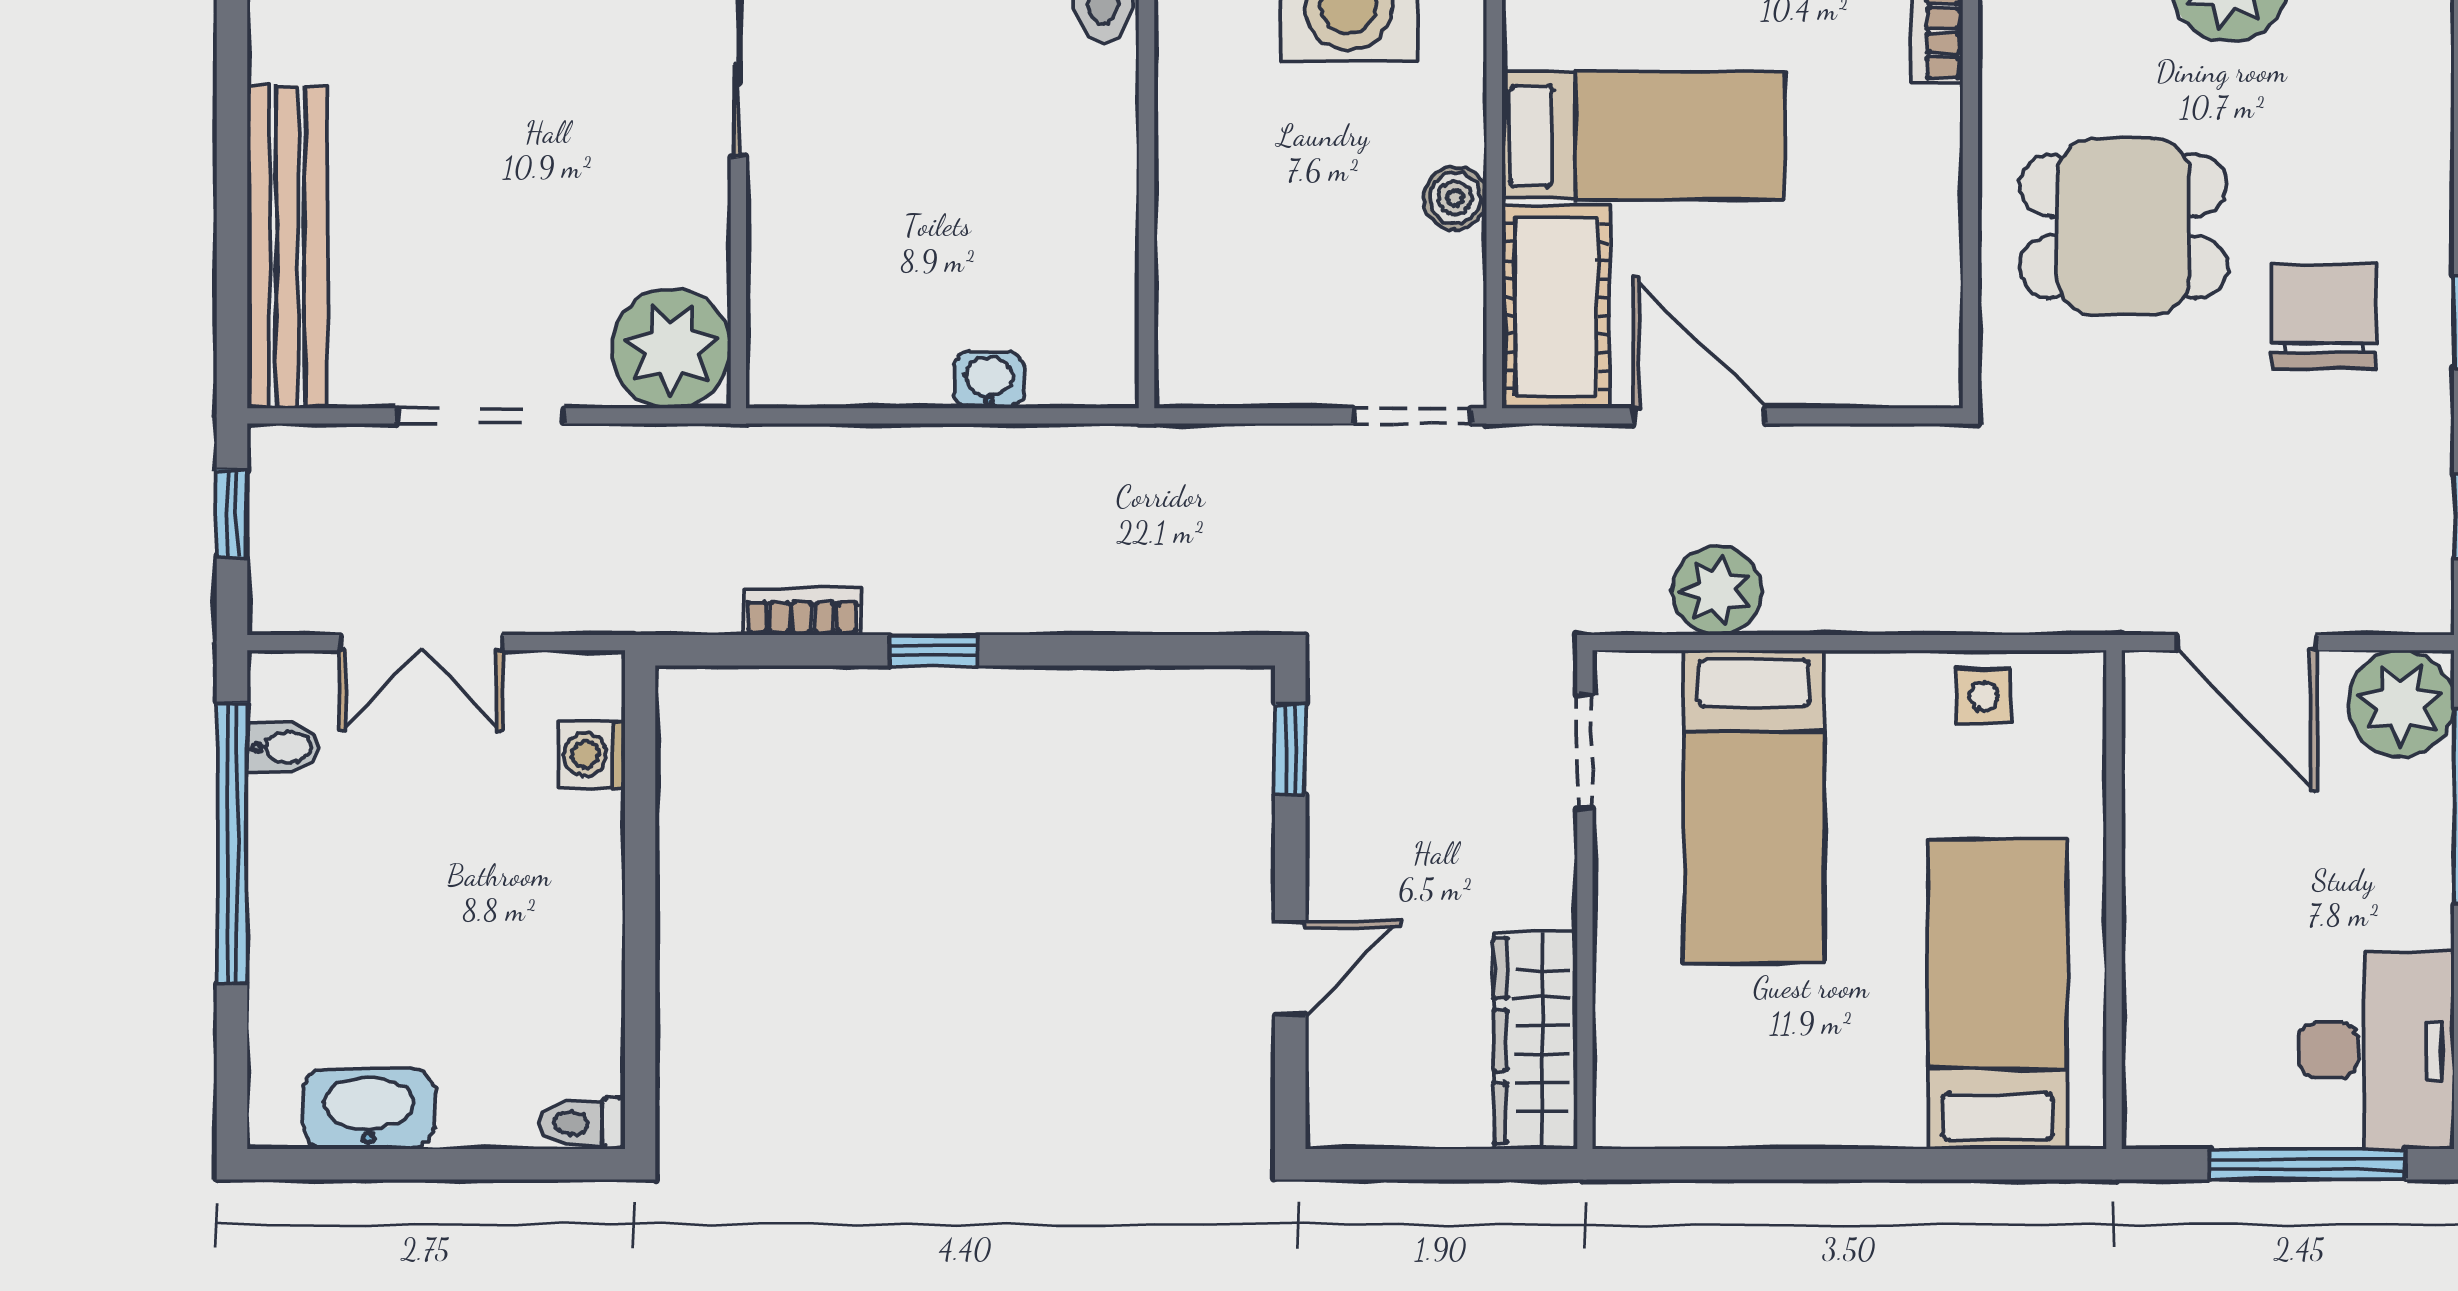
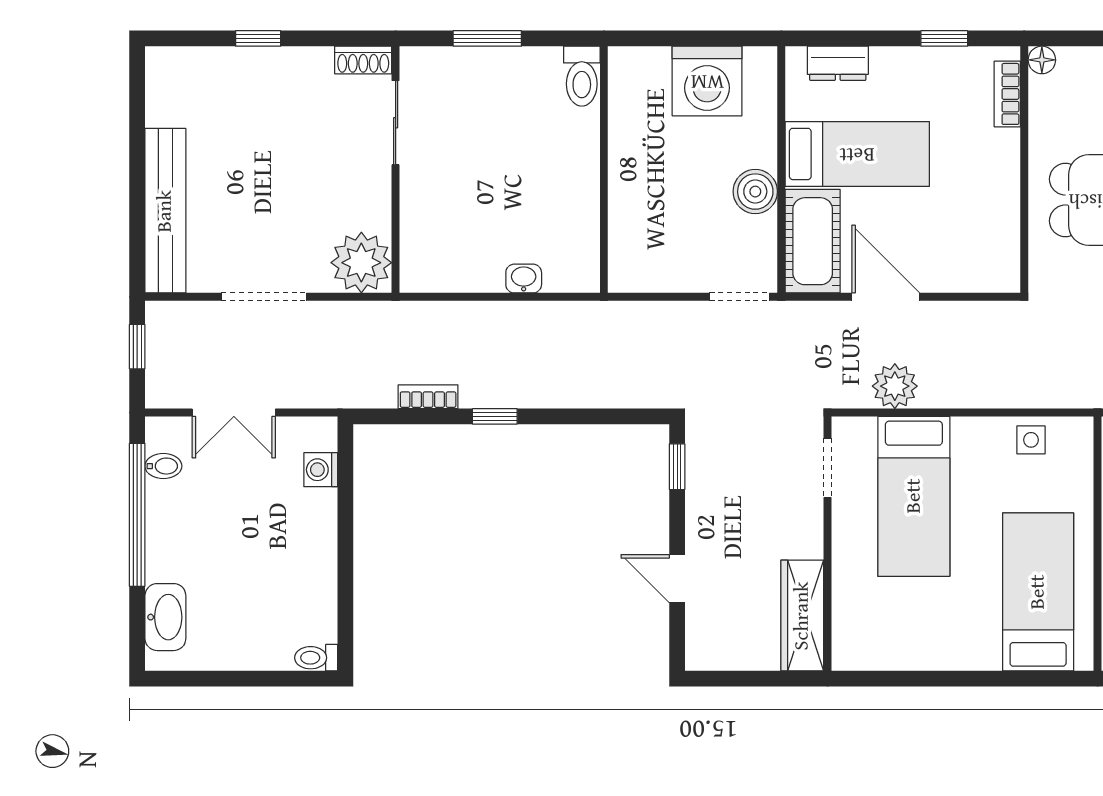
boiler: (1455, 198) -> (755, 192), width x1.36, depth x1.36
door: (1290, 968) -> (677, 579), swing flipped
washbasin: (368, 1109) -> (165, 617), moved, turned 90

